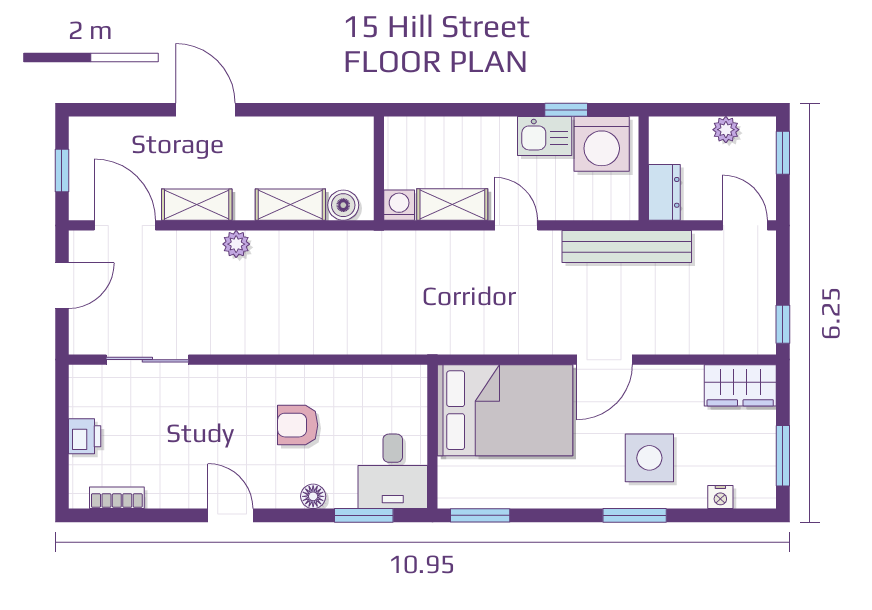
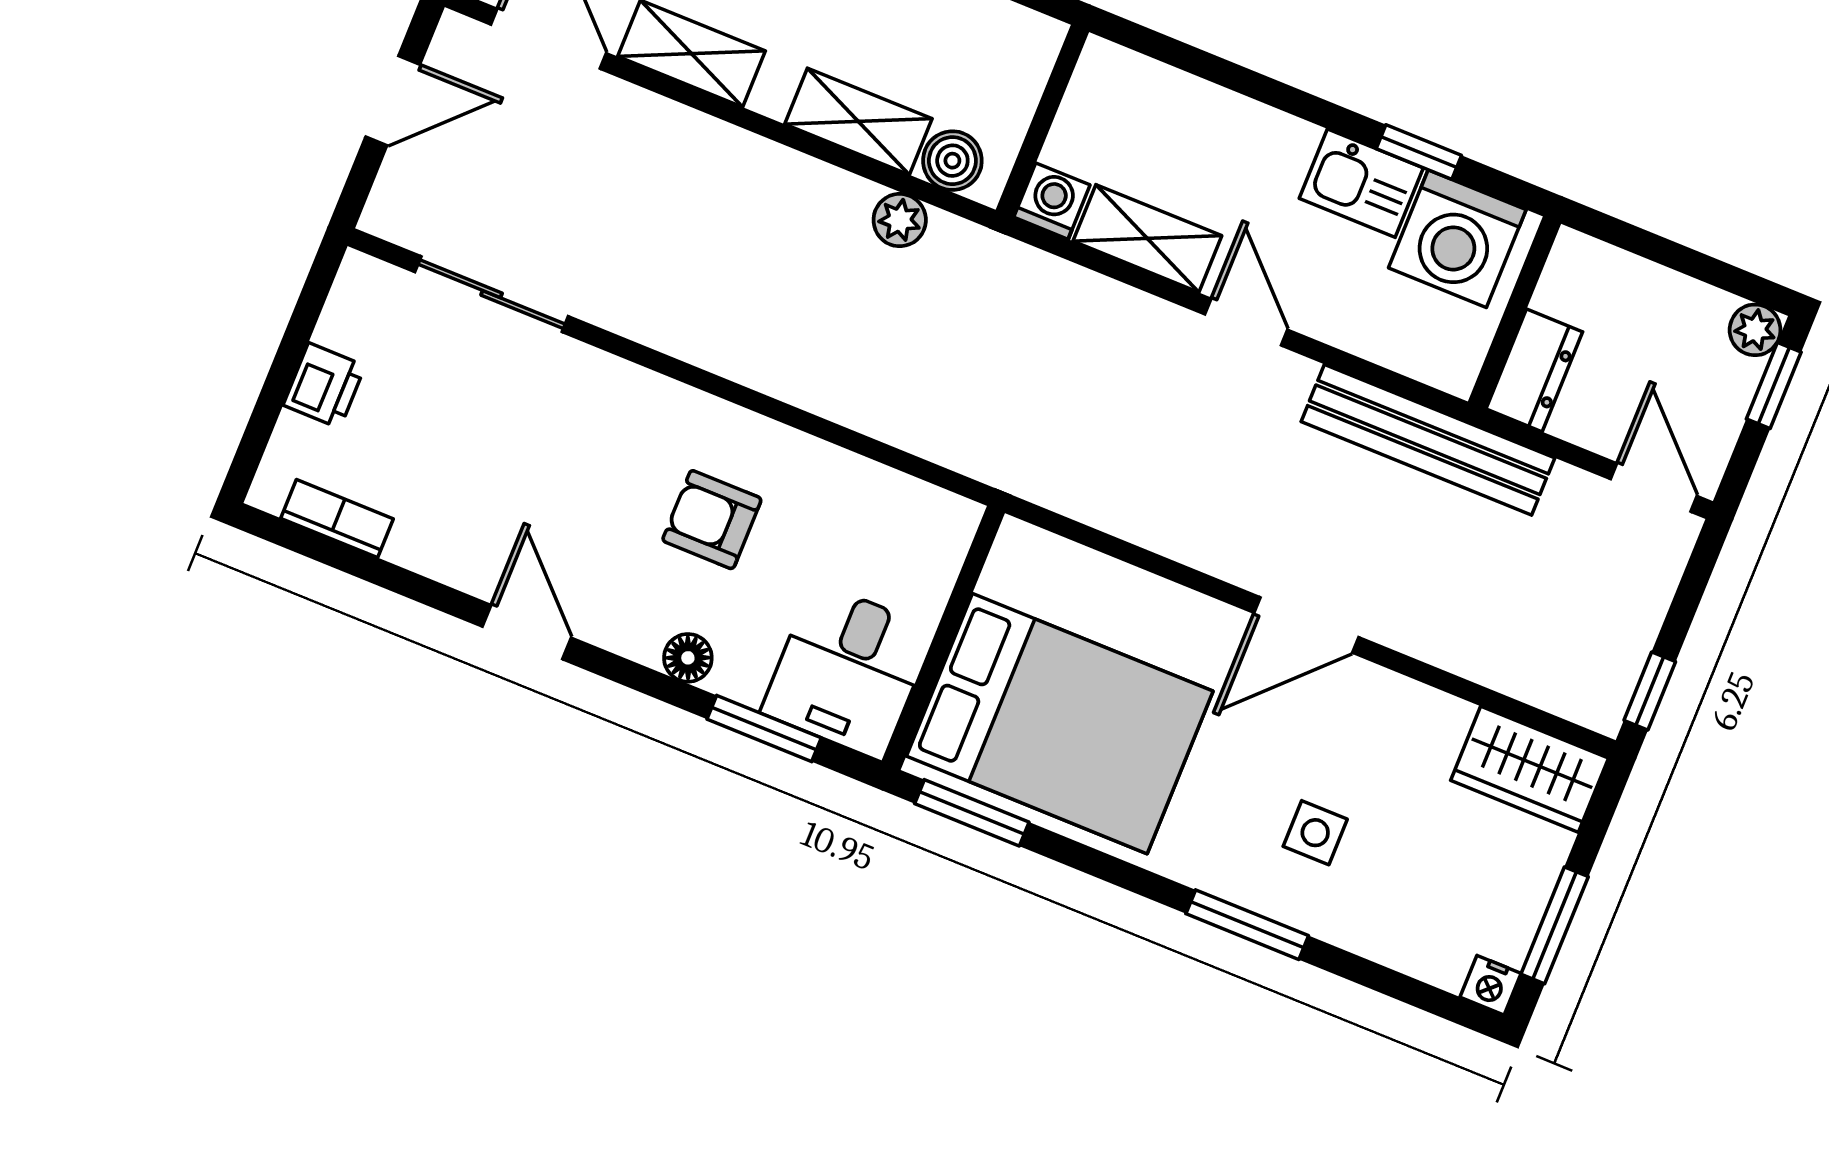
plant: (726, 130) -> (1755, 330), moved
plant: (236, 244) -> (900, 220), moved
bed: (505, 410) -> (1060, 724), moved
side table: (649, 458) -> (1315, 833), width x0.54, depth x0.54
nightstand: (720, 497) -> (1491, 985), moved

